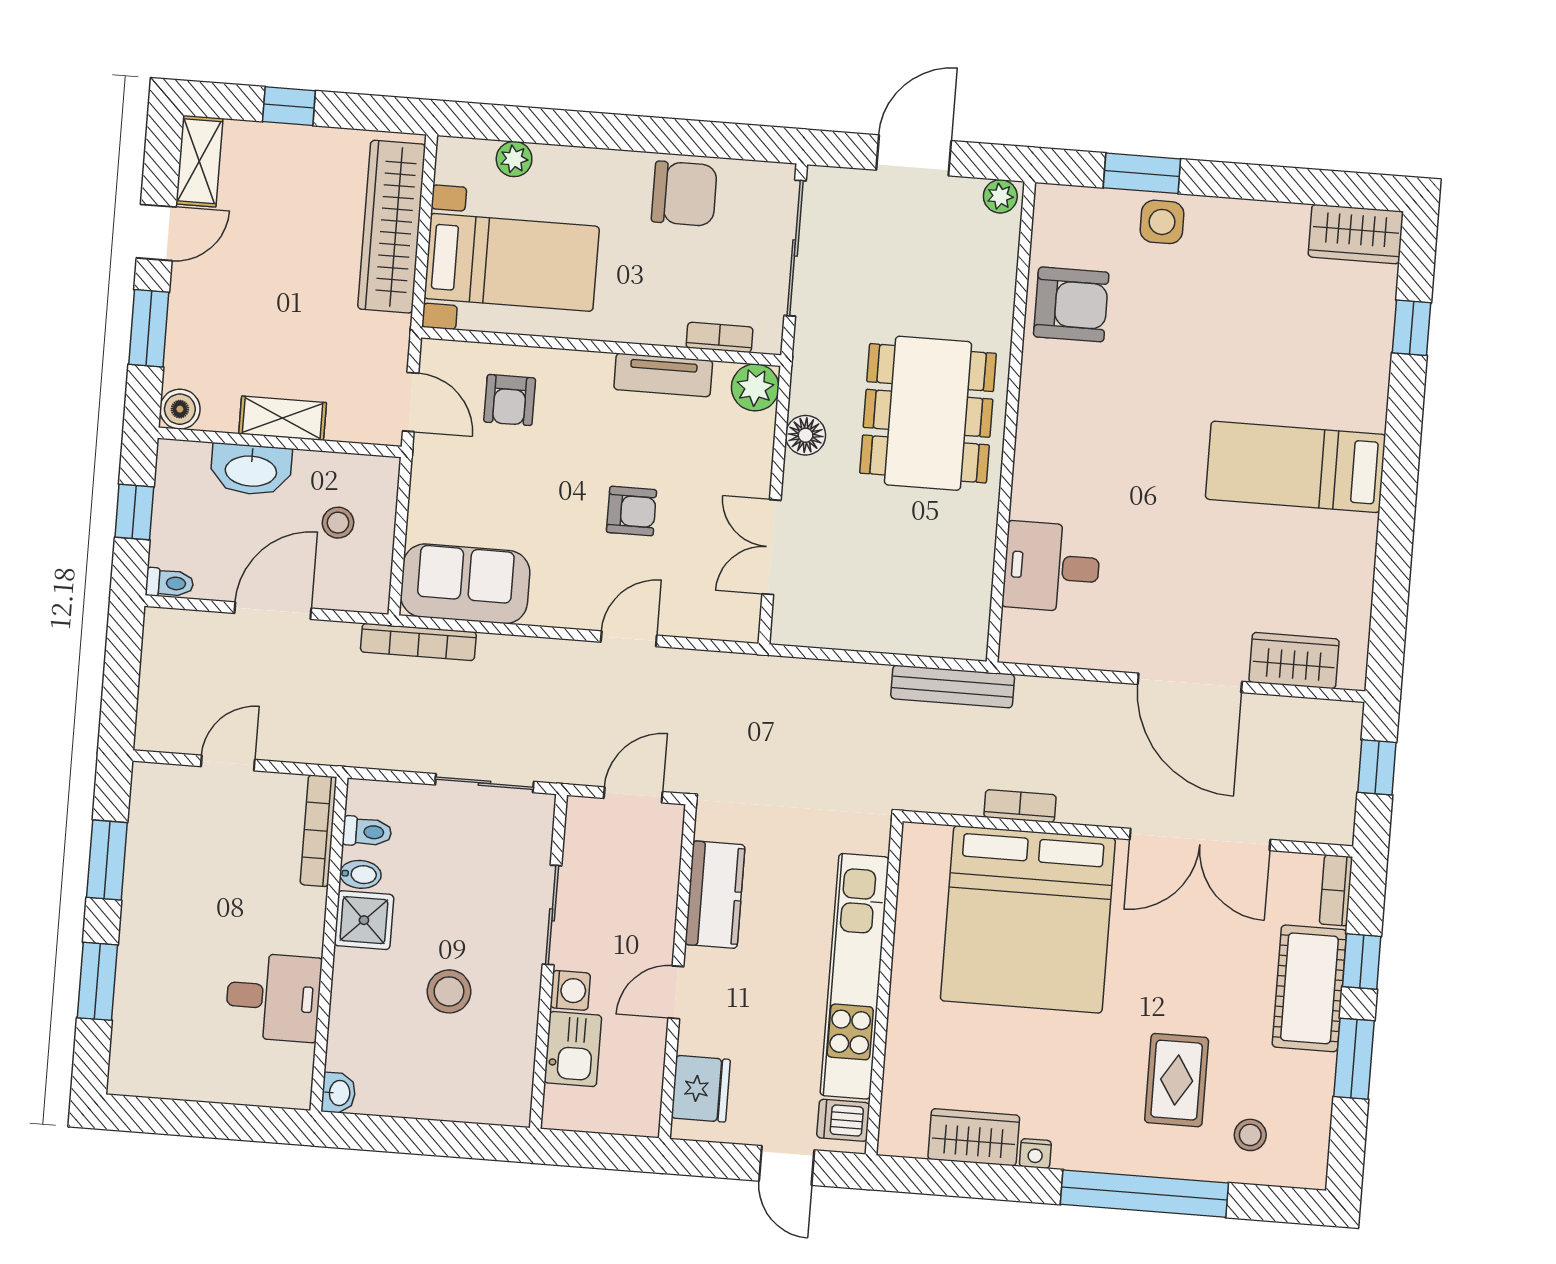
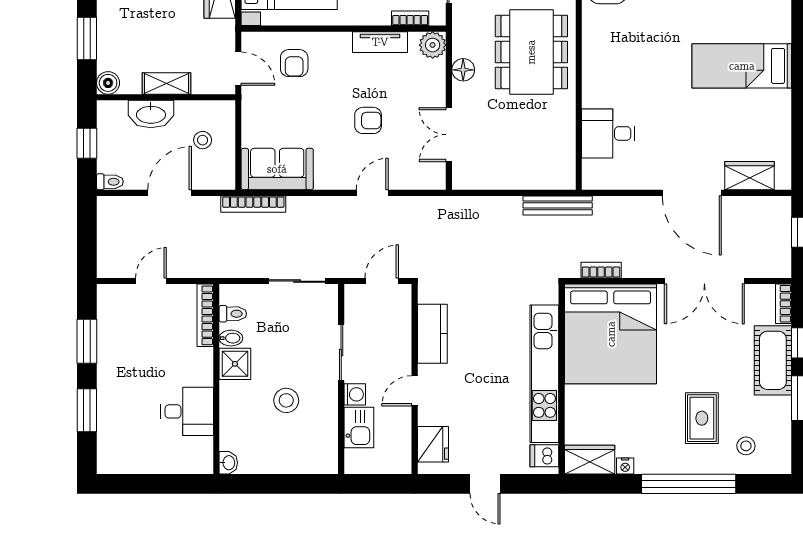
kitchen unit: (855, 976) -> (544, 374), moved
wall: (884, 988) -> (562, 379), moved
dishwasher: (843, 1120) -> (544, 456), moved

